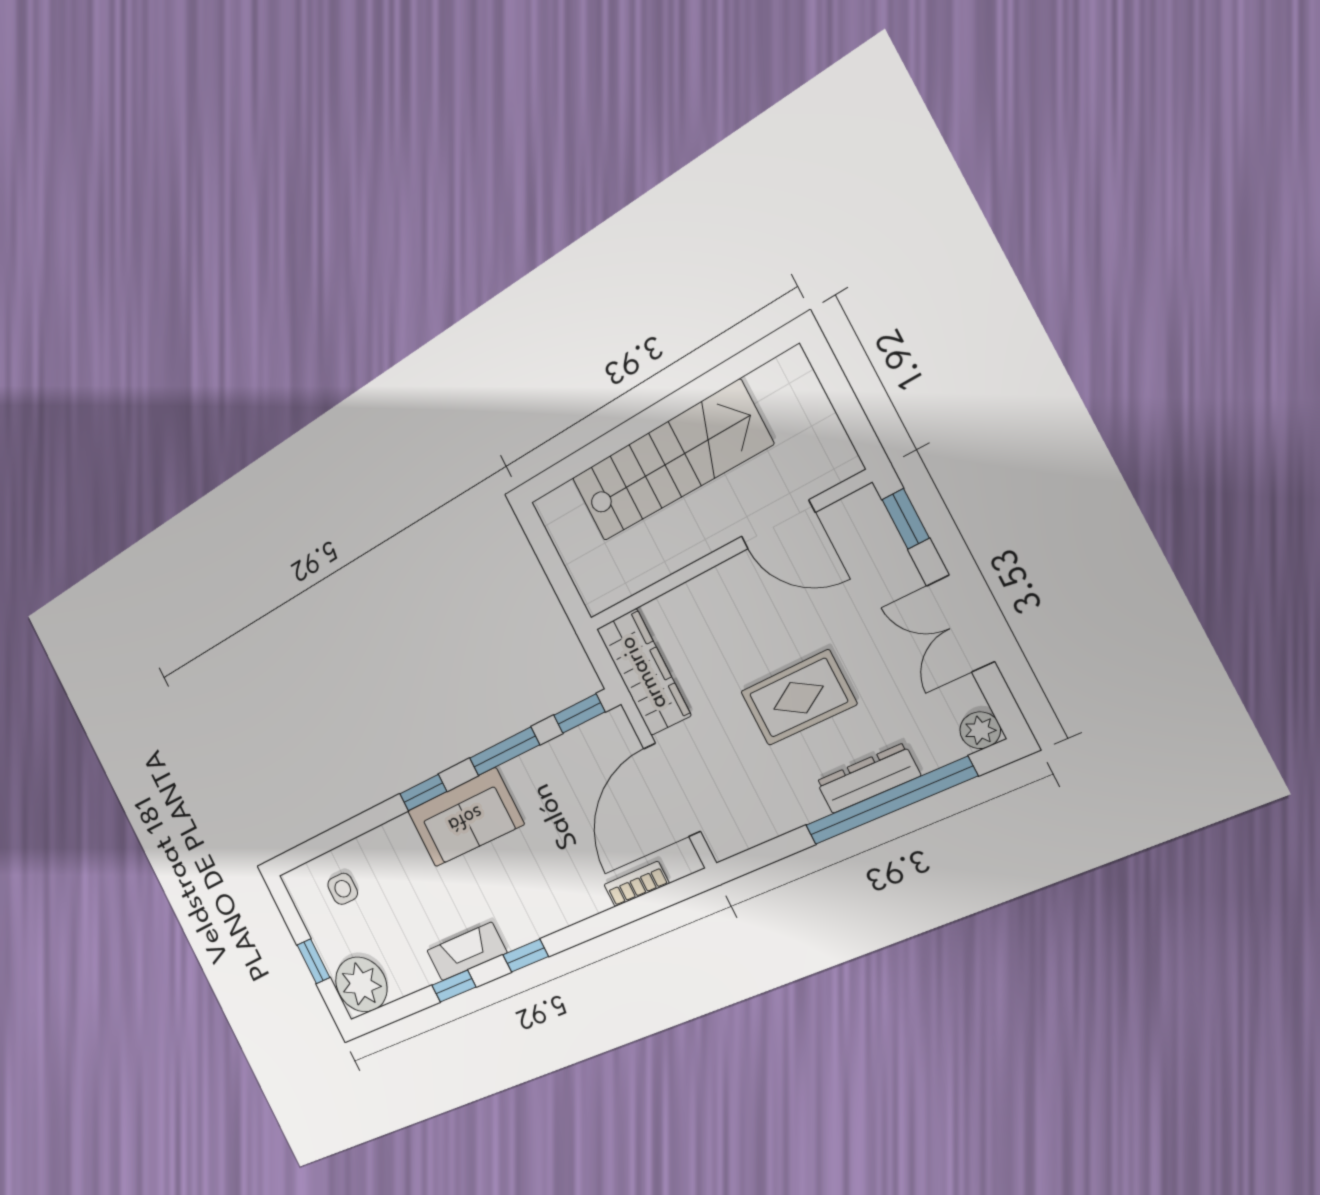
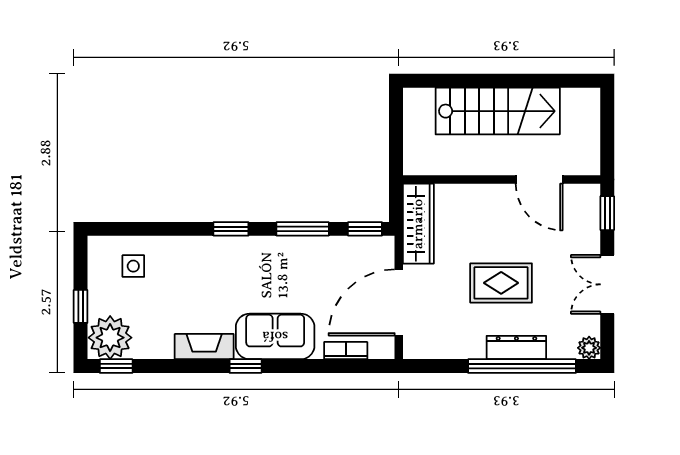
sofa: (465, 818) -> (275, 336), moved, turned 180
window: (454, 986) -> (116, 366), moved

